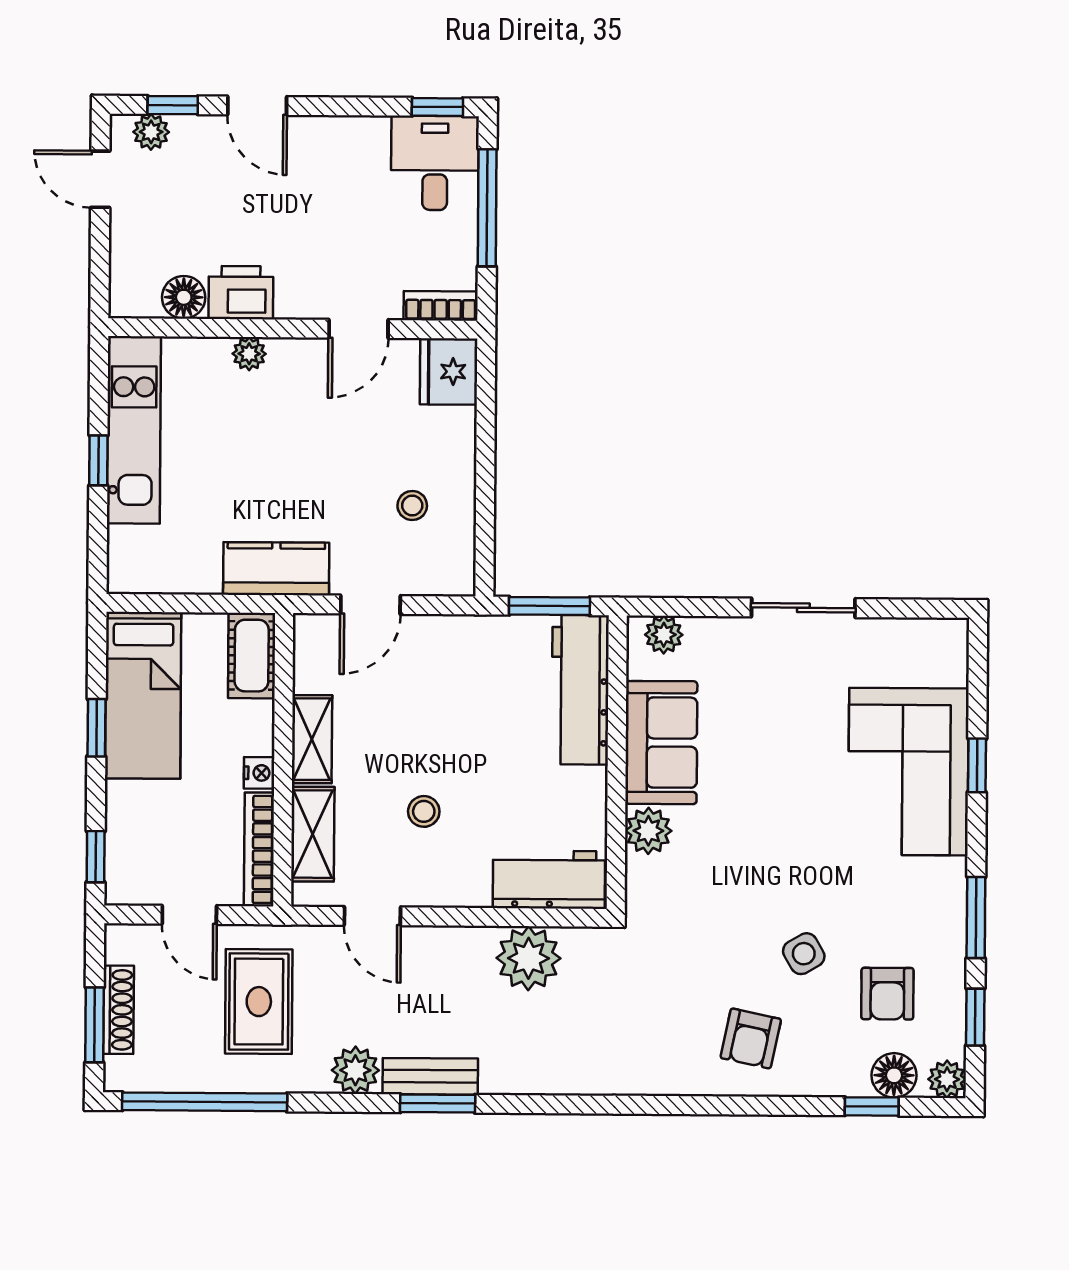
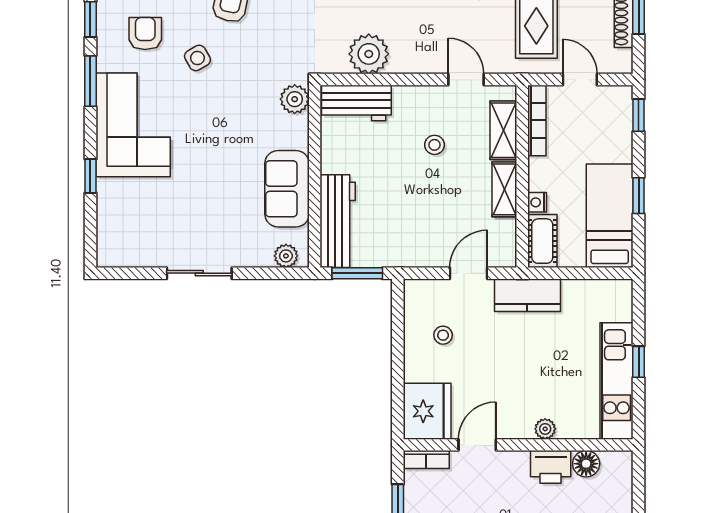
fridge: (449, 372) -> (427, 411), width x1.36, depth x1.34
corner sofa: (908, 772) -> (133, 125), moved
nightstand: (259, 773) -> (537, 202), moved
plant: (648, 831) -> (295, 99), moved

